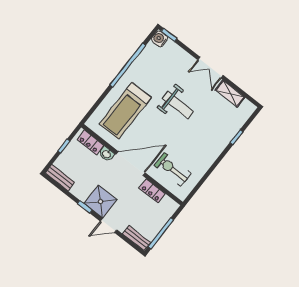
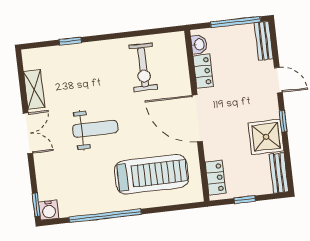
weight bench: (178, 105) -> (95, 129), turned 90
washbasin: (107, 154) -> (199, 44), moved
exercise bike: (173, 170) -> (143, 67), moved
shower: (101, 202) -> (266, 137), moved

